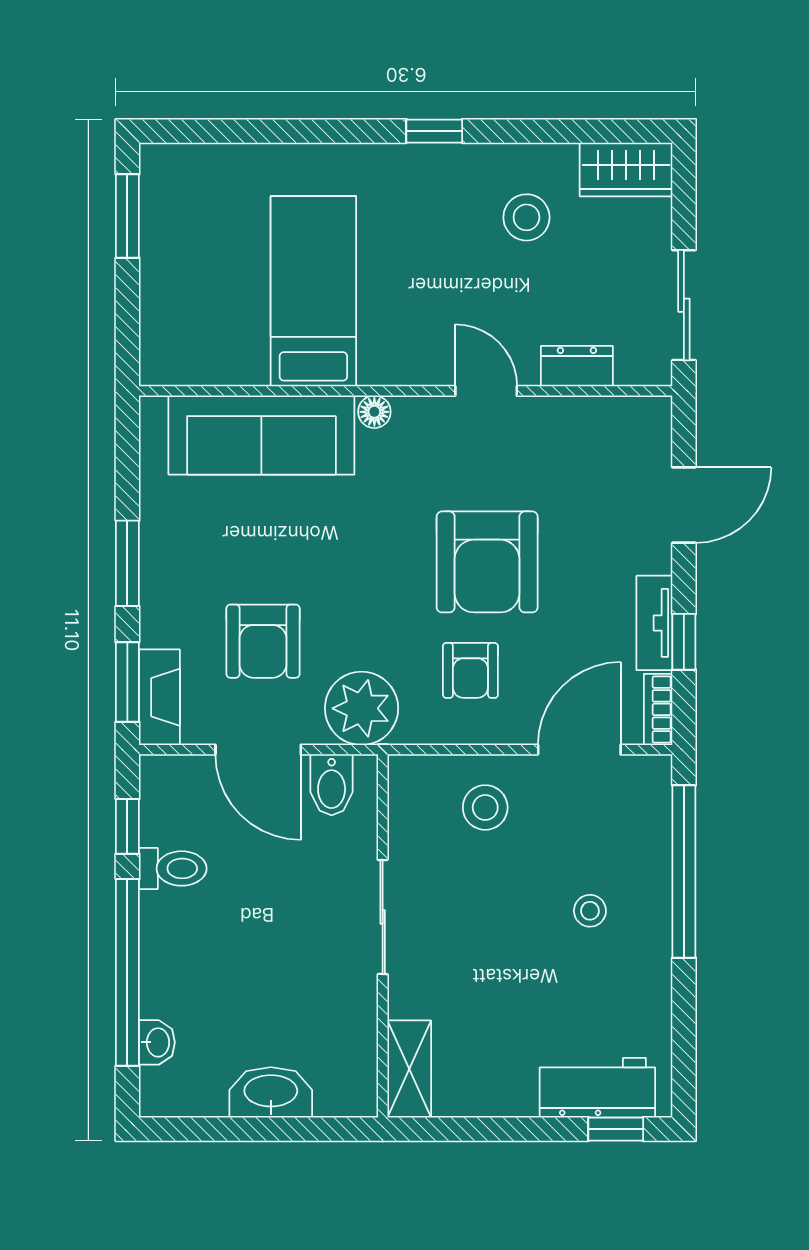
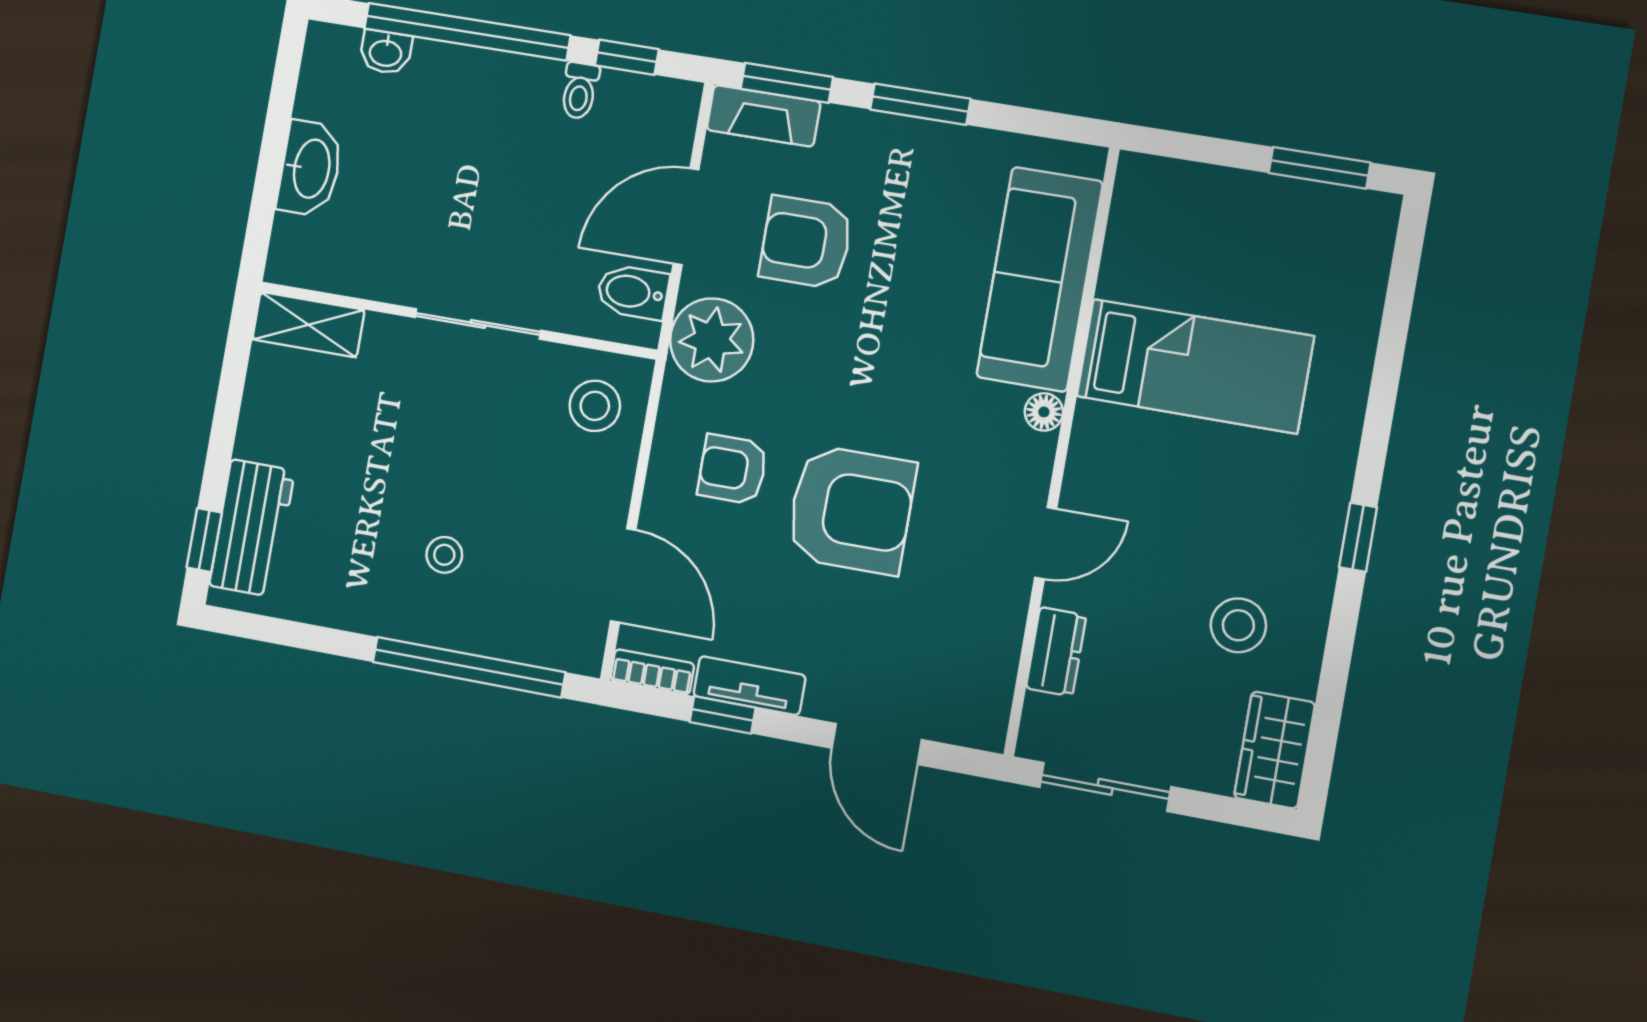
armchair: (487, 562) -> (851, 510), turned 180
stool: (485, 807) -> (595, 406), moved
toilet: (173, 868) -> (580, 91), width x0.73, depth x0.72

